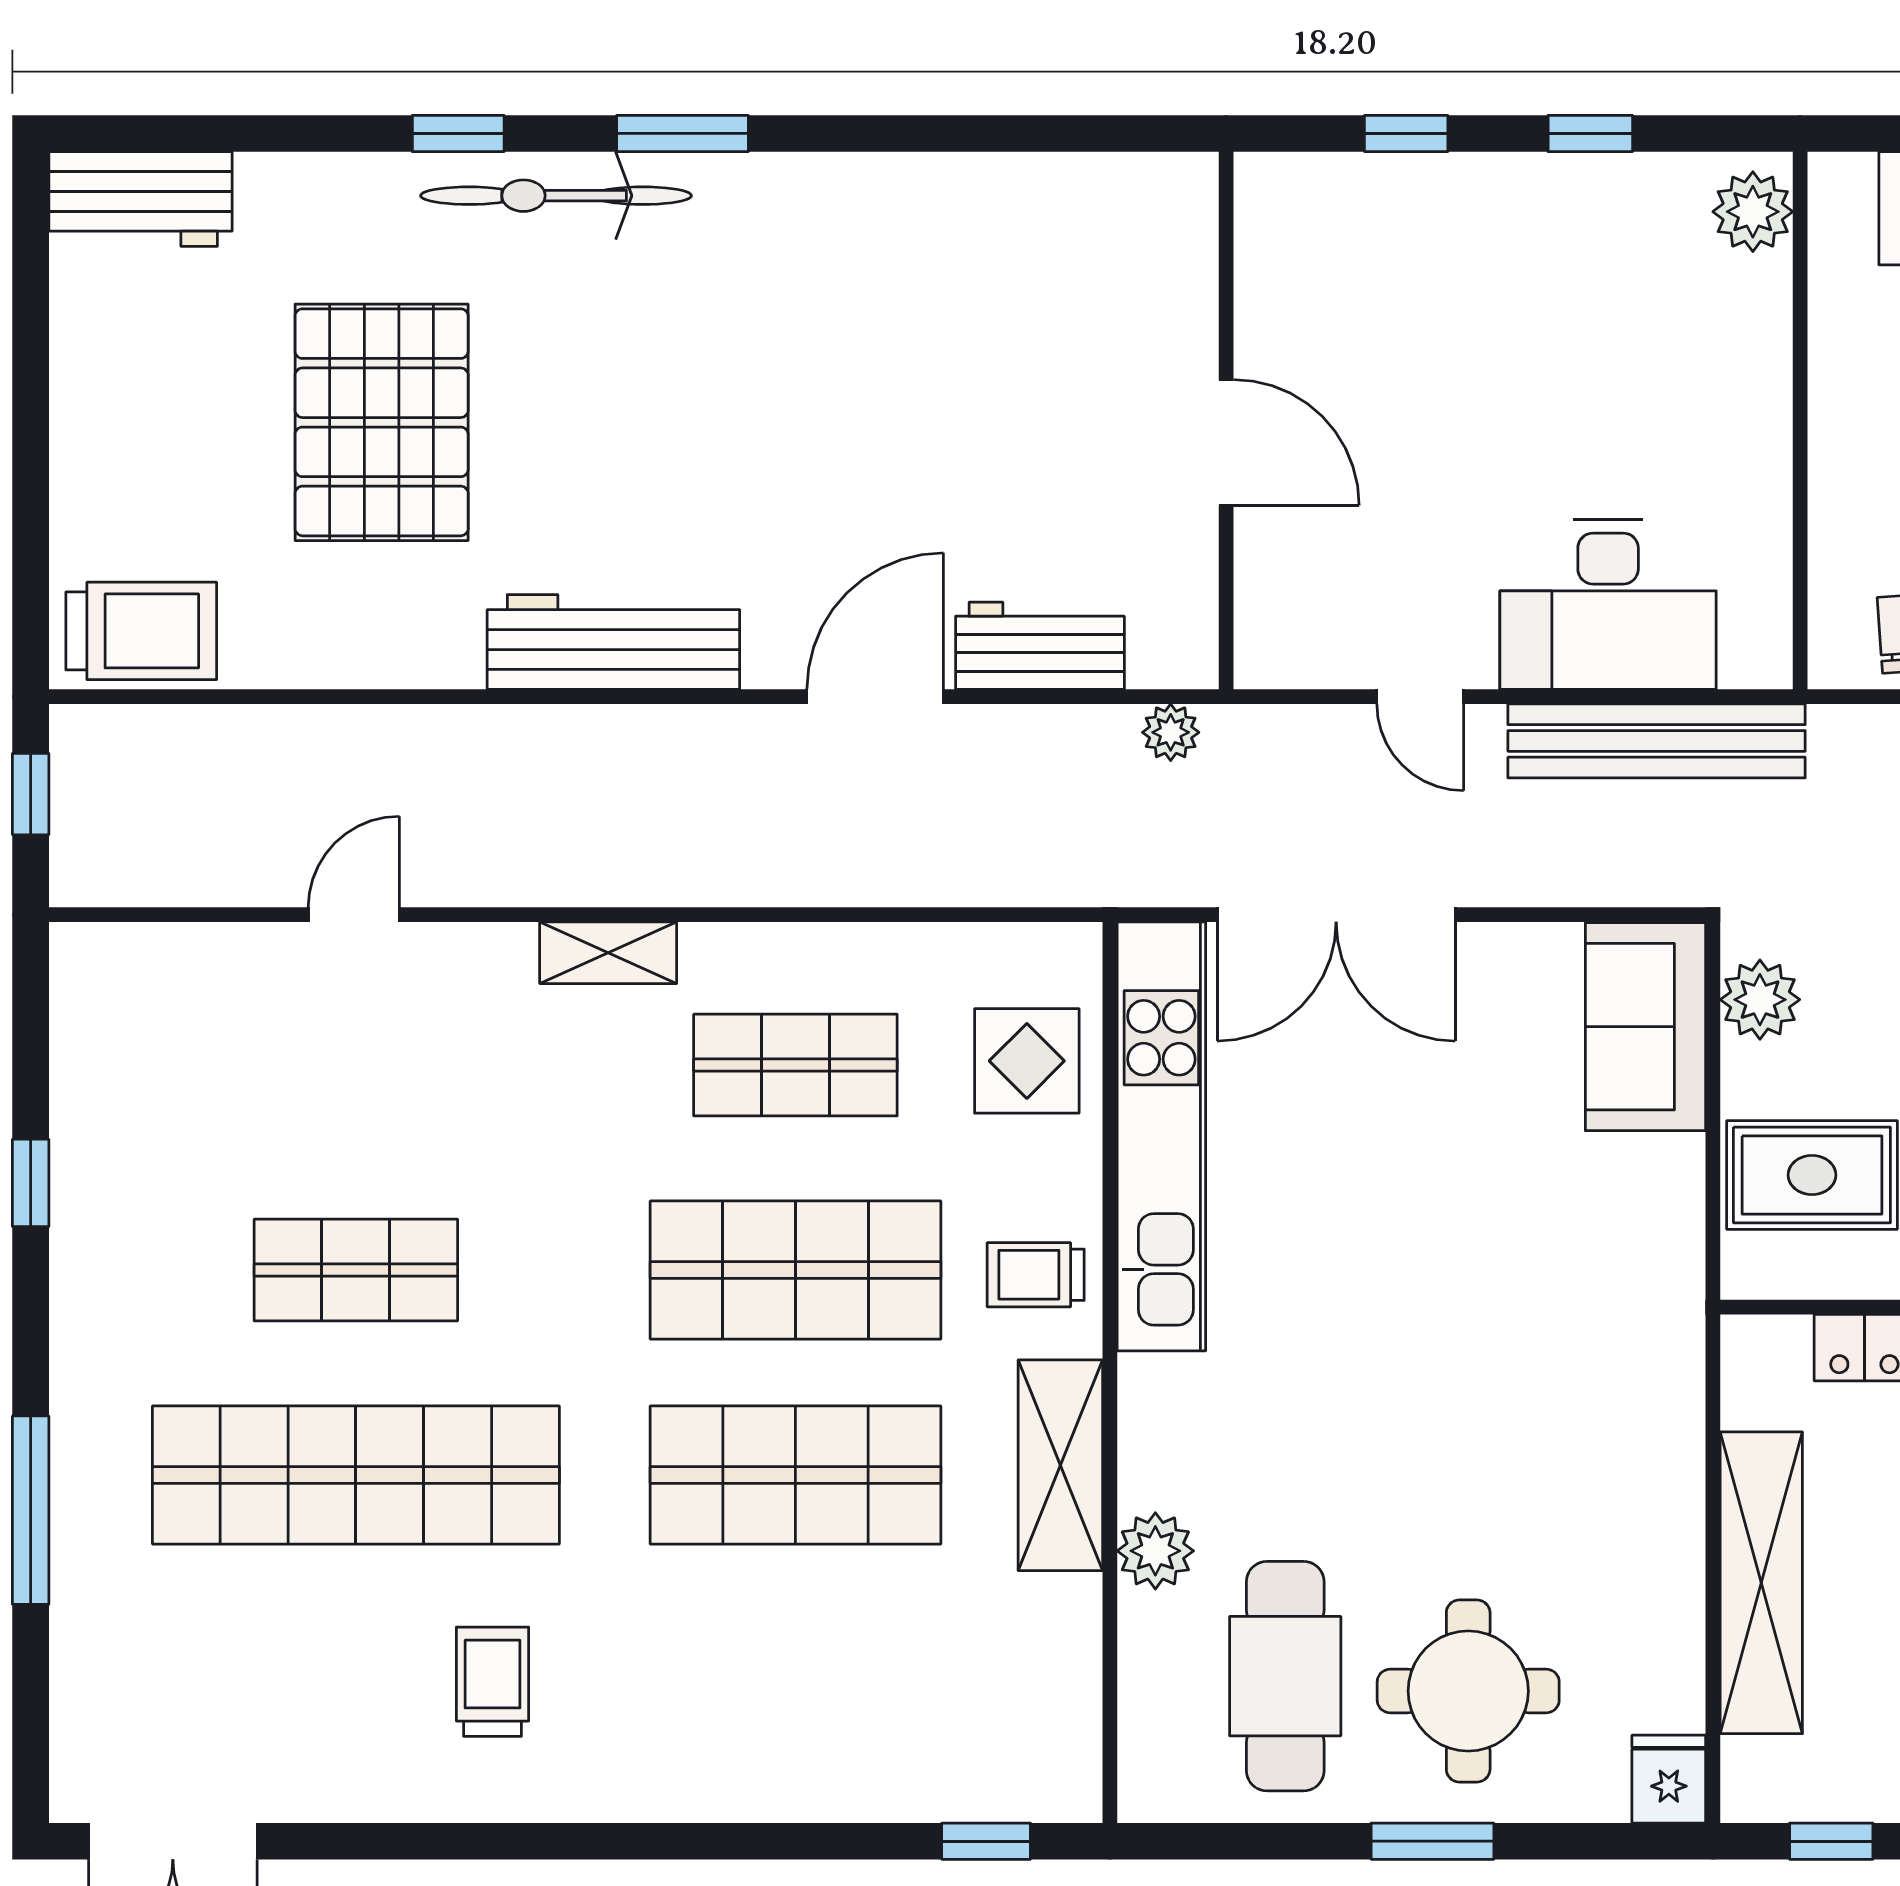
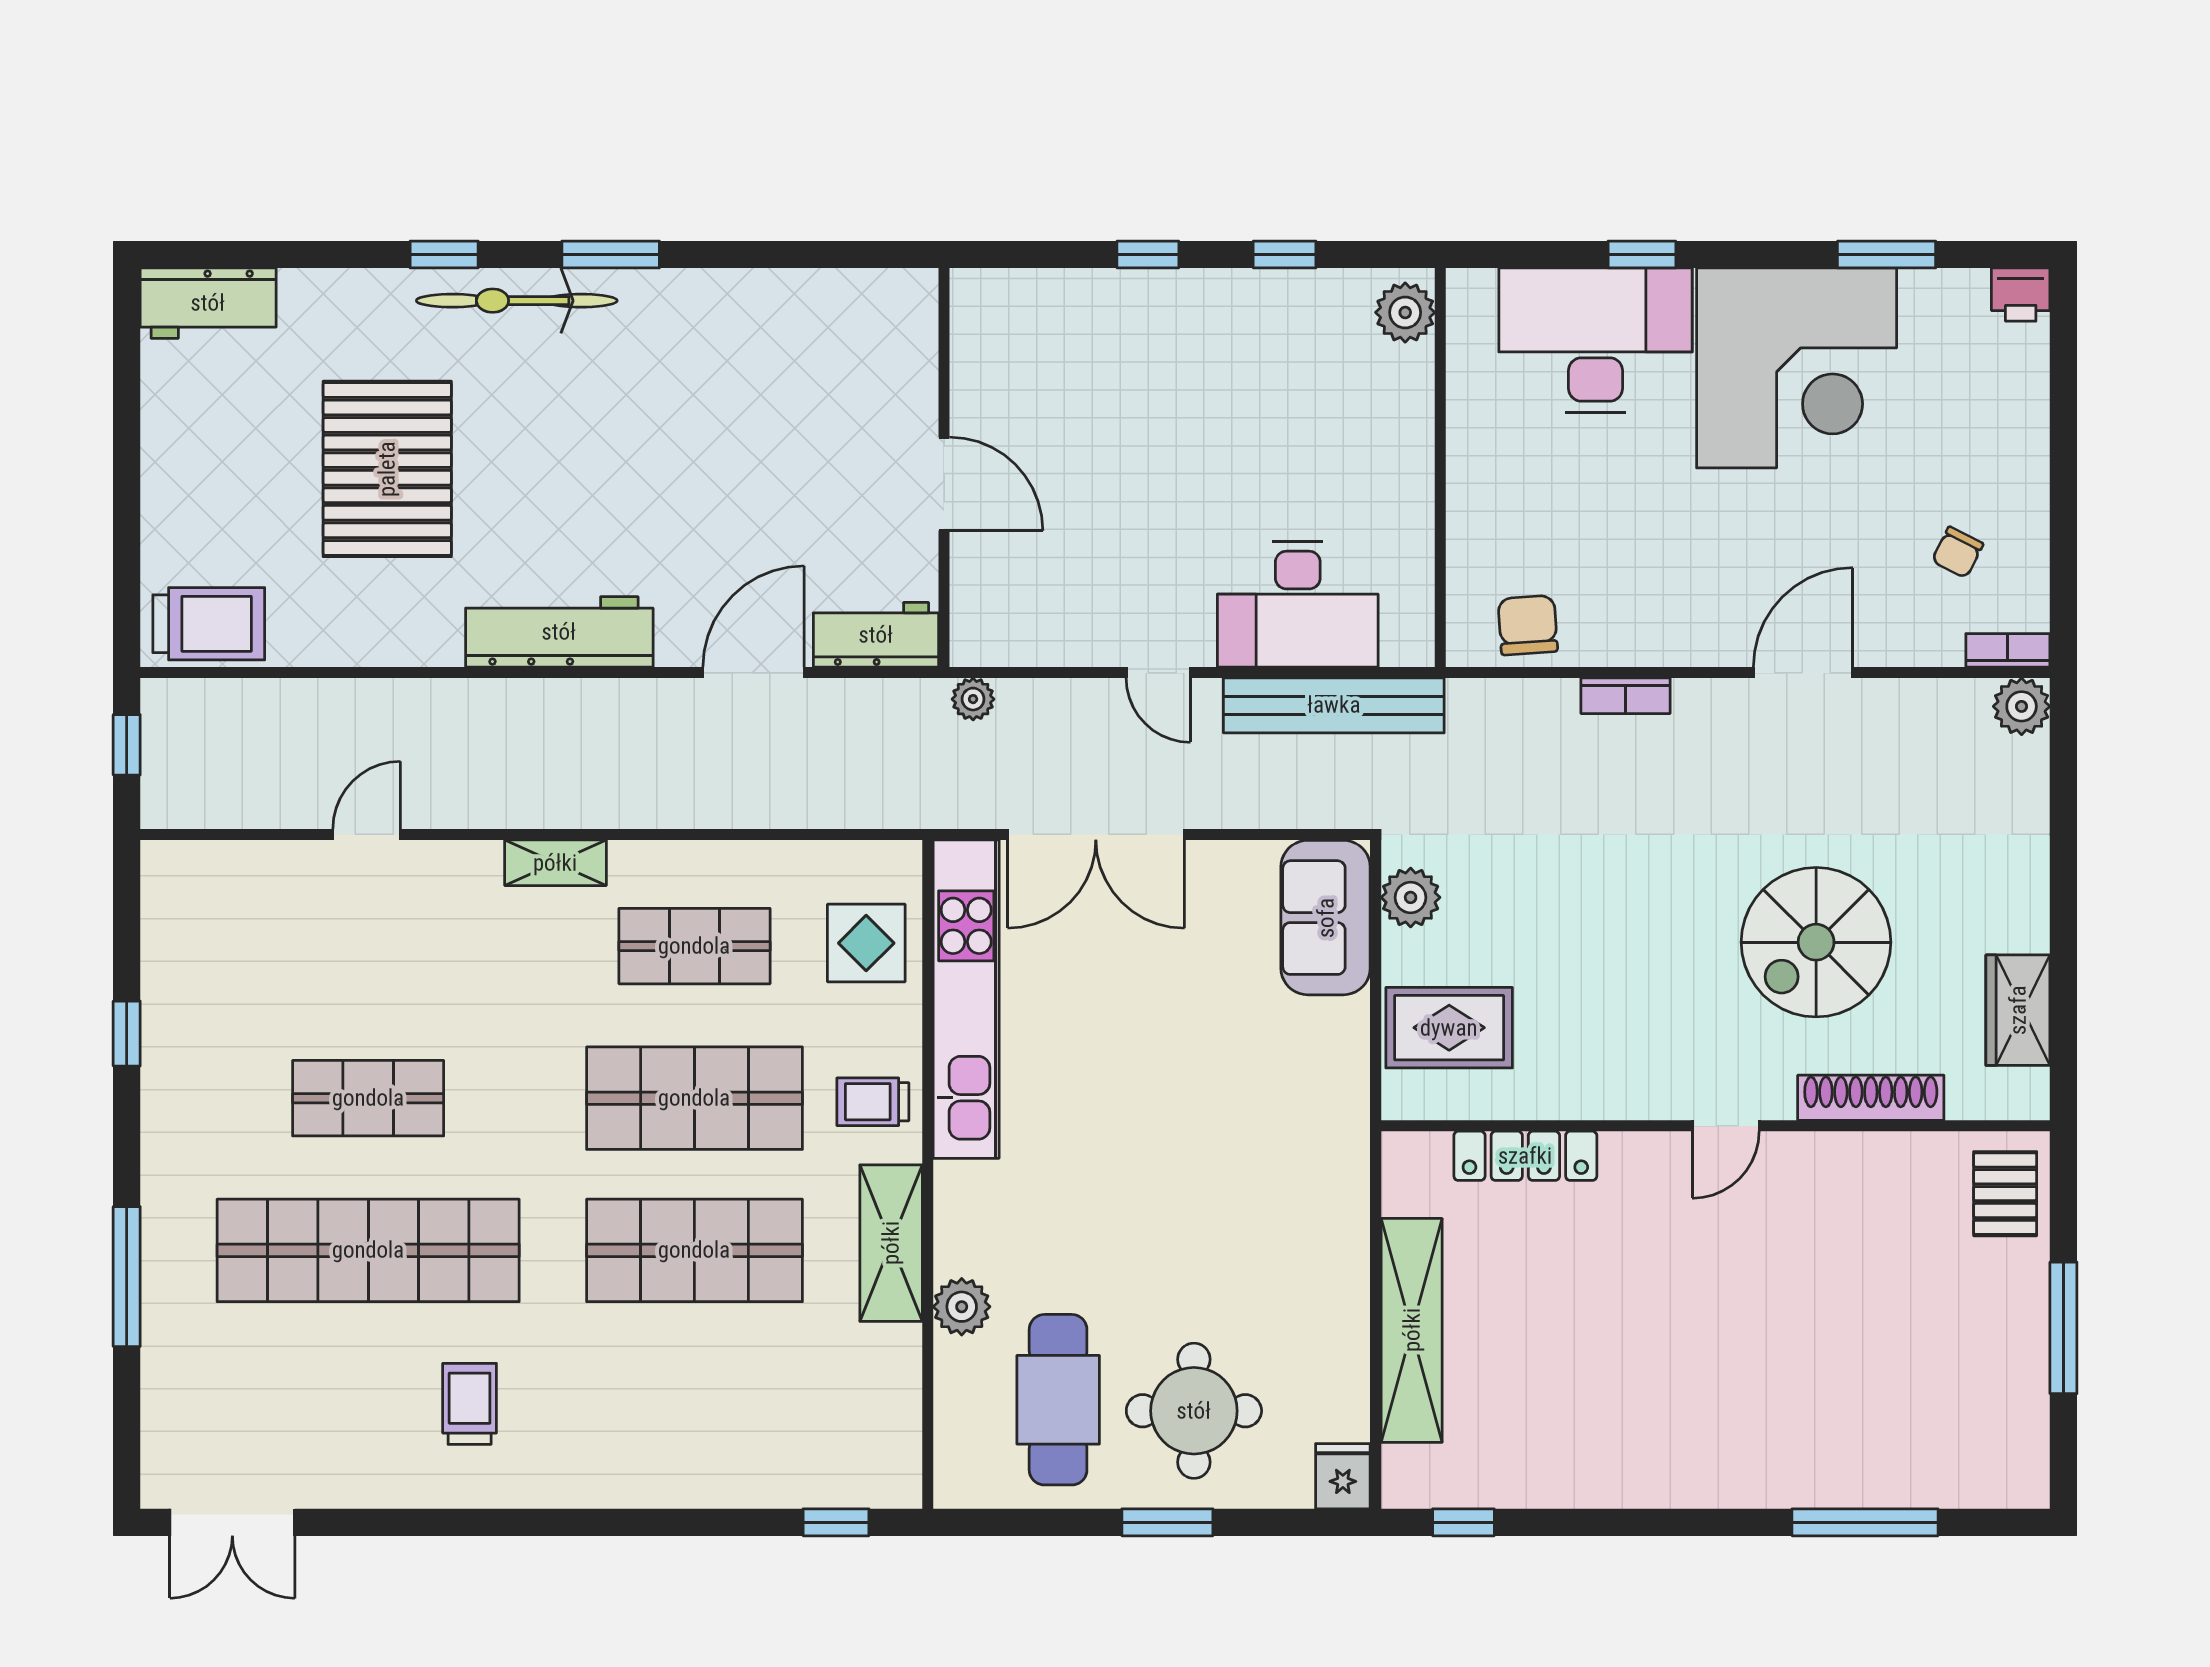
wall: (1226, 421) -> (944, 468), moved
door: (1226, 442) -> (944, 484), moved

